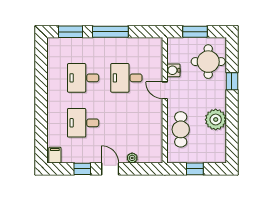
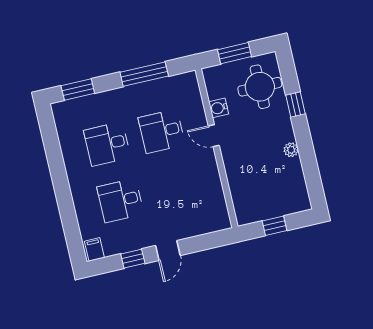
window: (110, 32) -> (144, 74), moved
plant: (216, 120) -> (291, 150), width x0.53, depth x0.53
cafe table: (181, 129) -> (245, 180), removed
plant: (132, 158) -> (192, 230), removed
door: (110, 169) -> (168, 250), swing flipped

